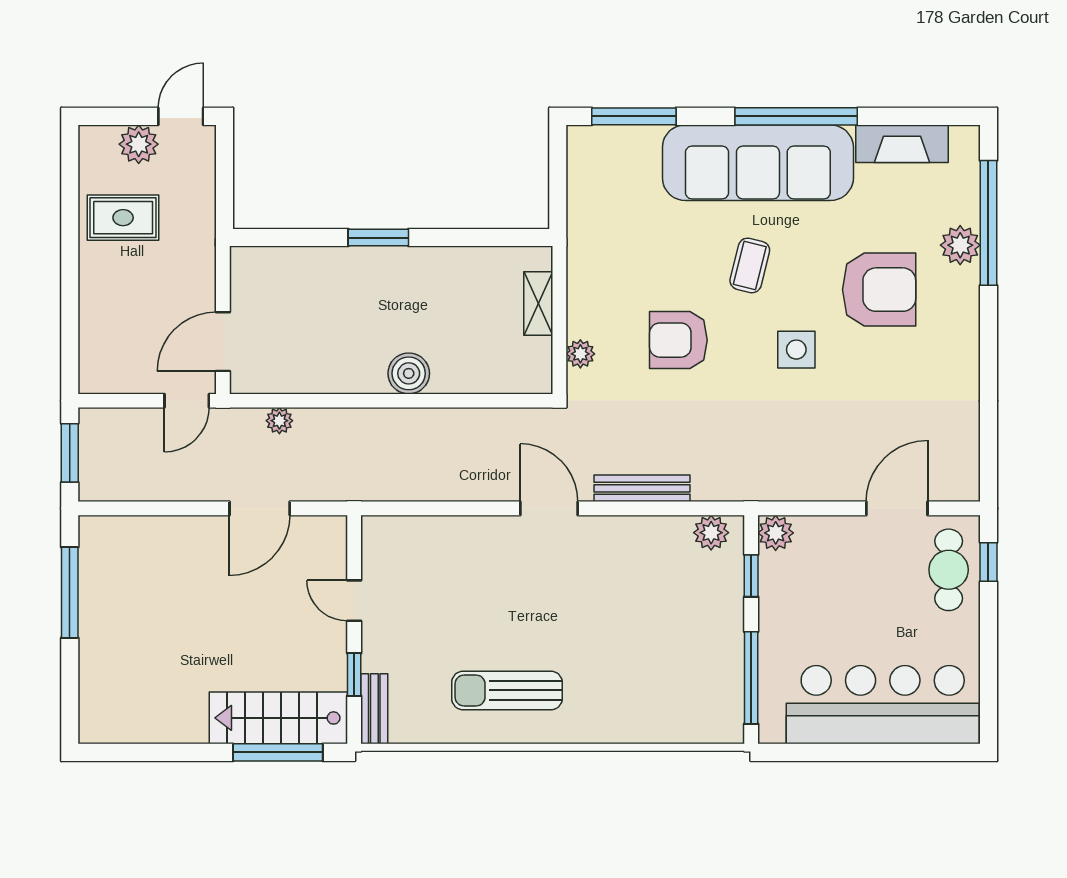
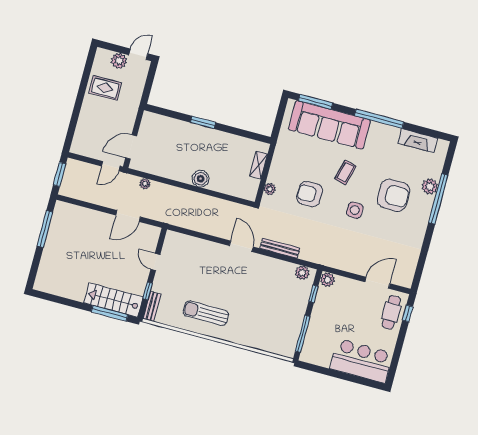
sofa: (758, 163) -> (329, 125), moved
window: (988, 223) -> (438, 199), moved
bar counter: (883, 705) -> (361, 361), width x0.73

